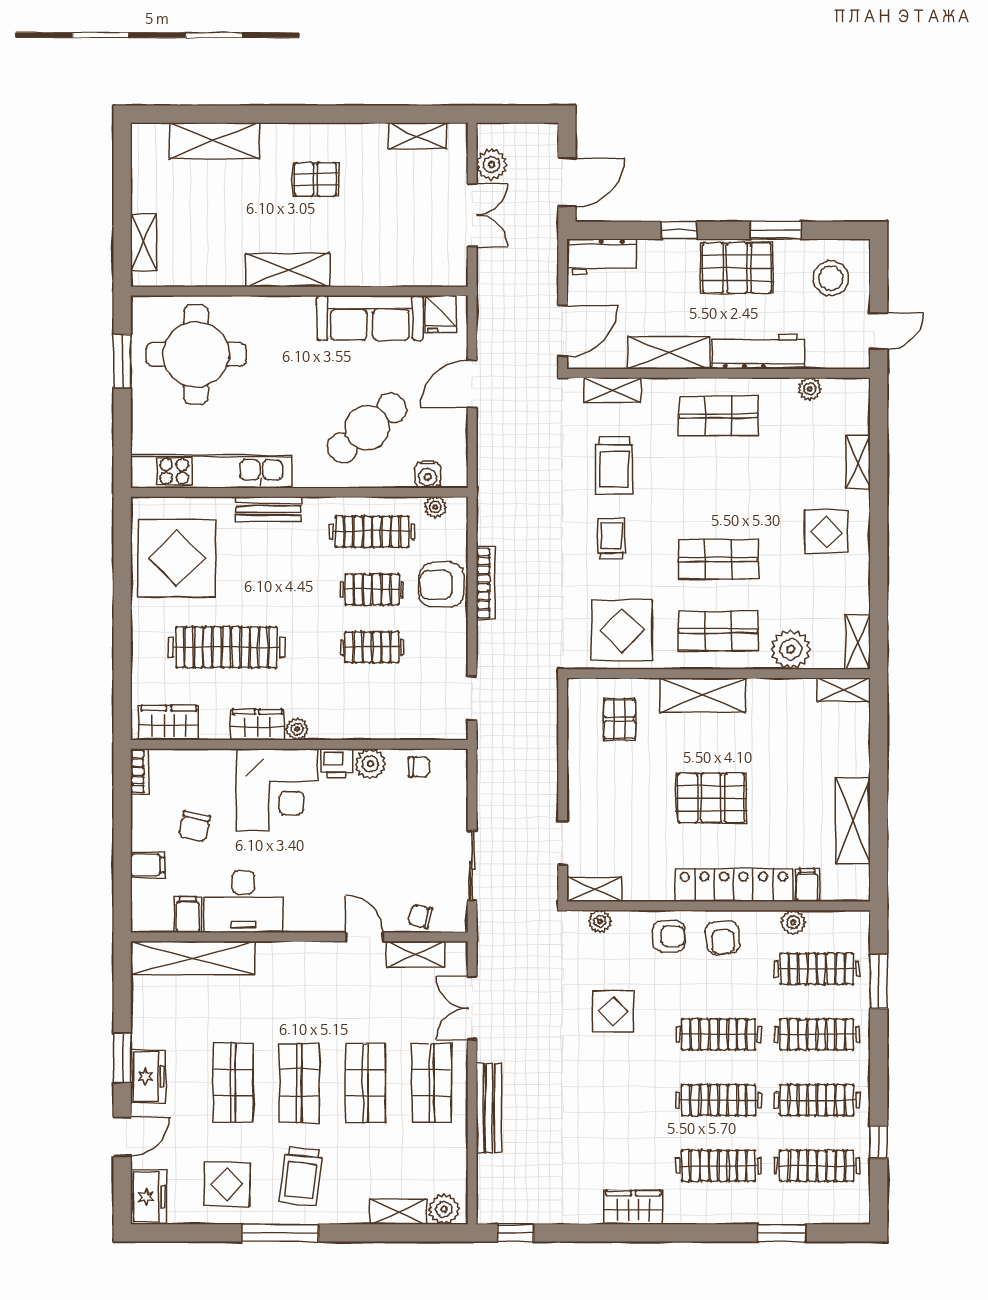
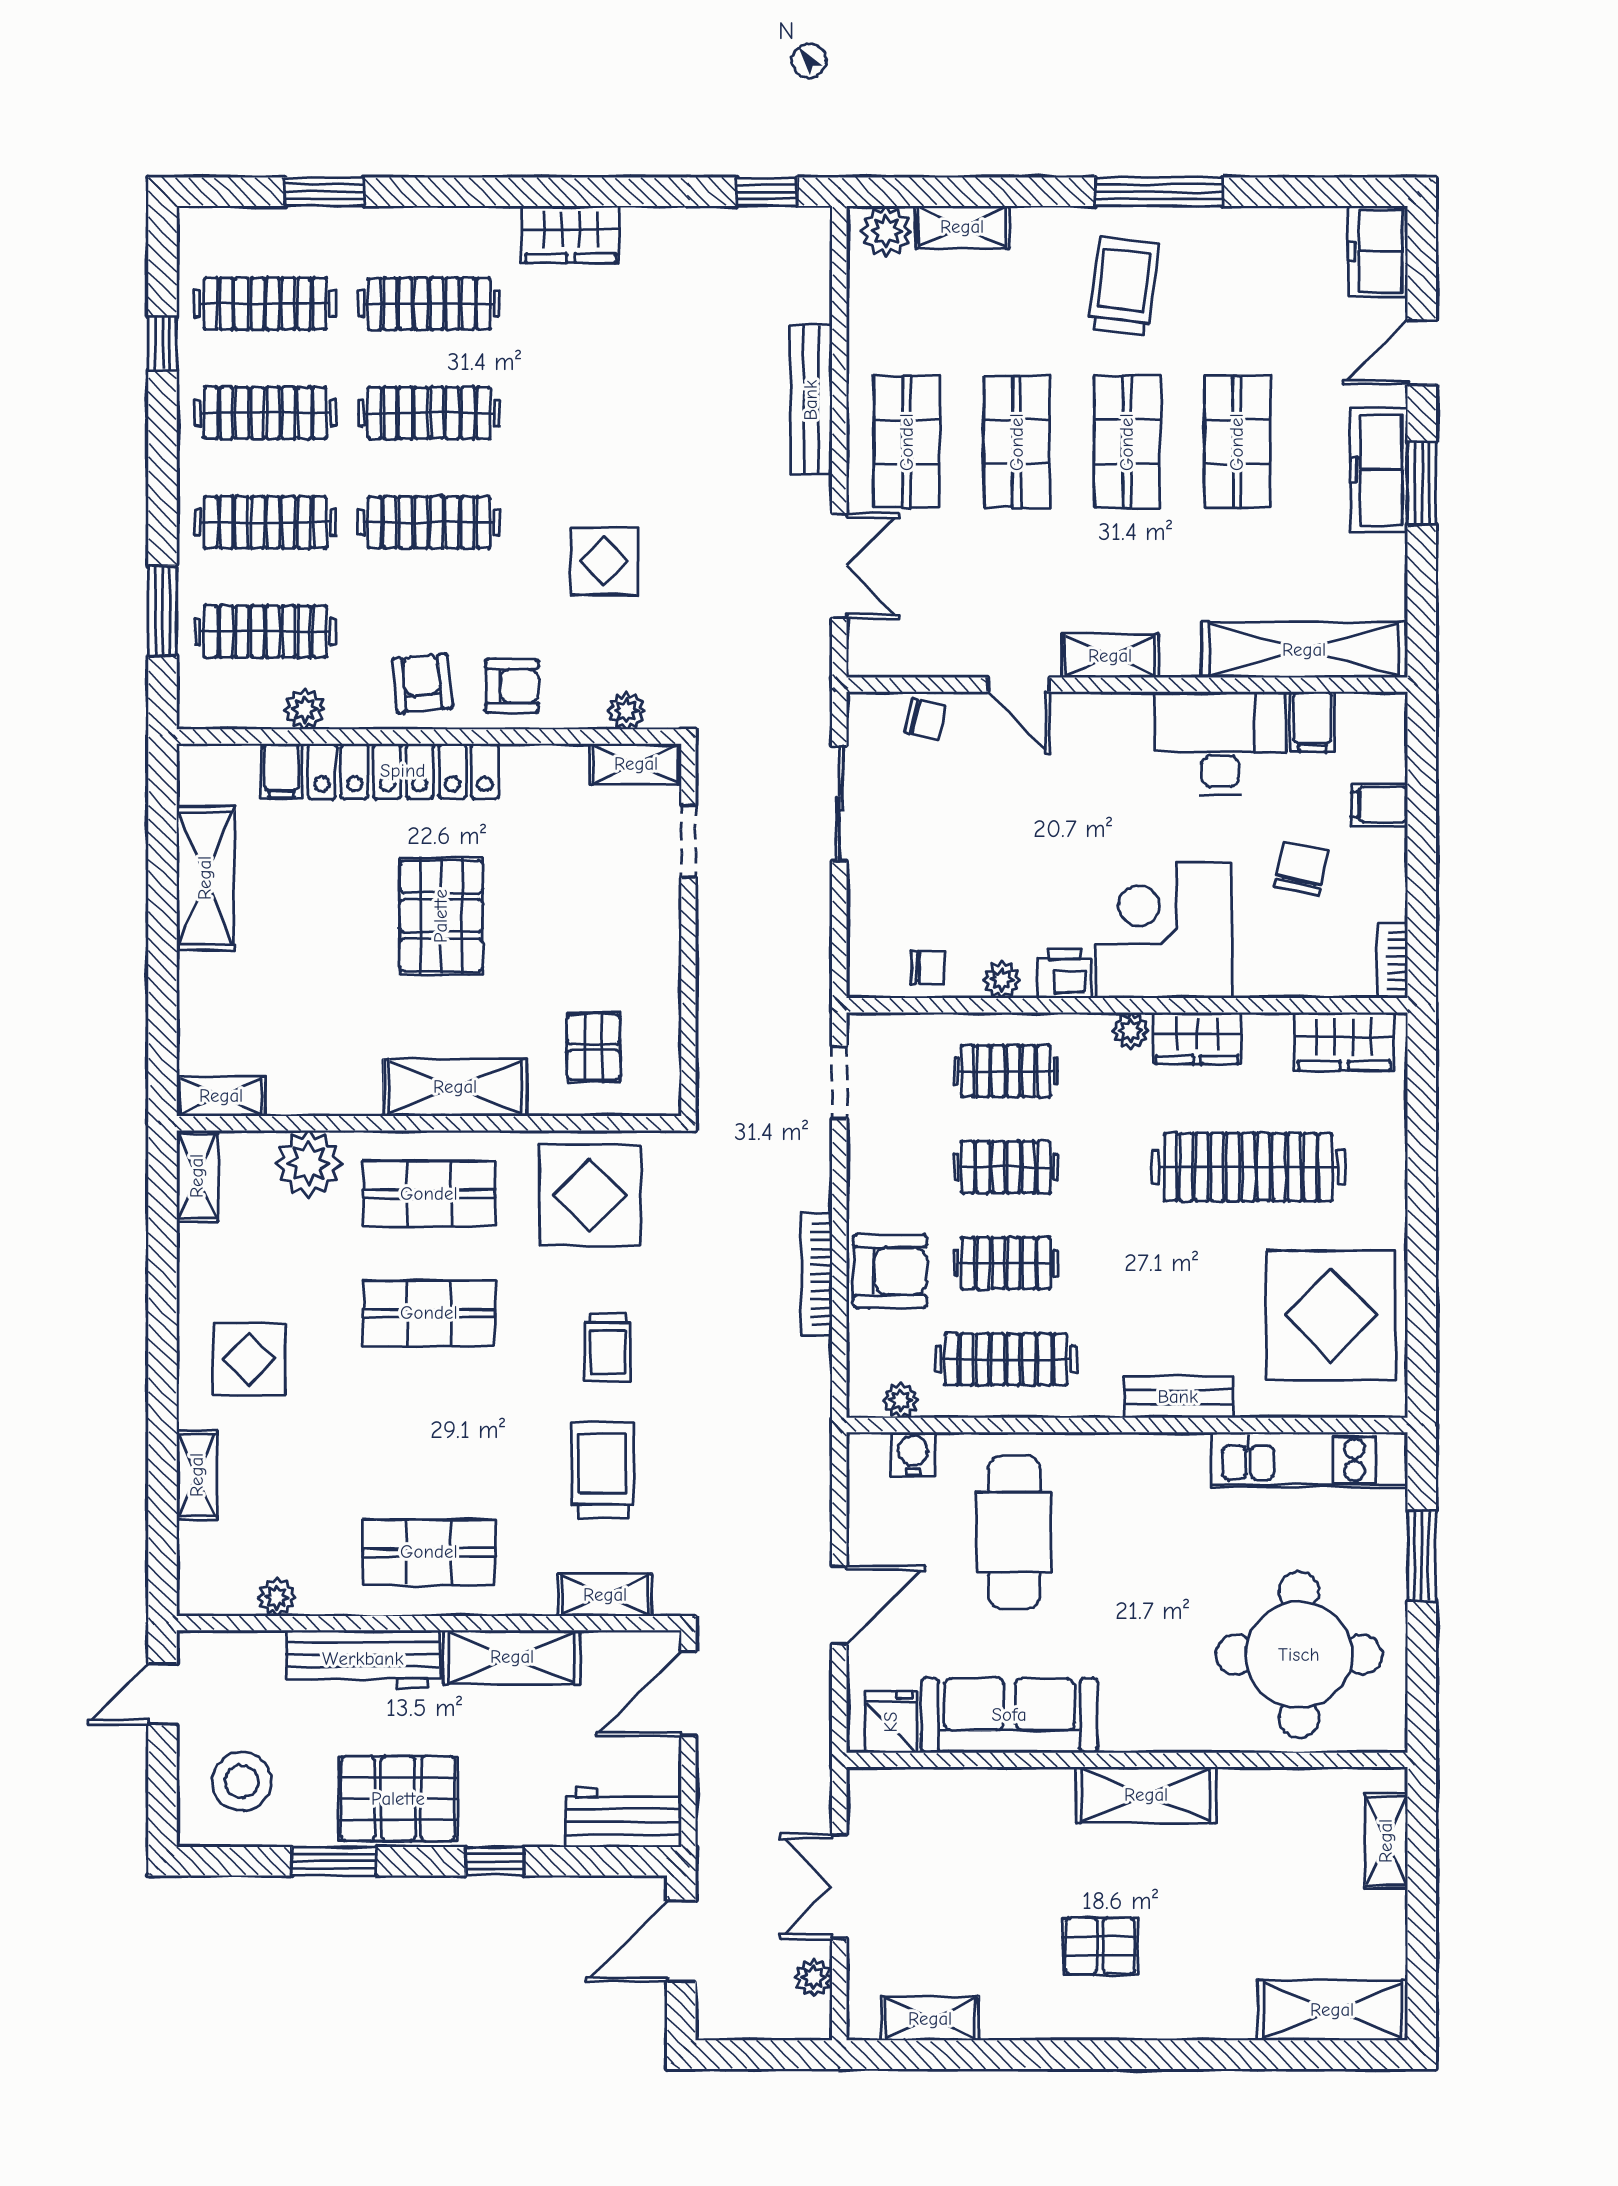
shelving: (214, 141) -> (1332, 2010), moved
plant: (492, 165) -> (814, 1978), width x0.73, depth x0.73
window: (122, 361) -> (1422, 1556), moved
cafe table: (367, 428) -> (1014, 1532), turned -51
kitchen unit: (211, 471) -> (1309, 1460), width x0.73
clothes rail: (372, 705) -> (1006, 1071), added
plant: (370, 764) -> (1002, 980), width x0.73, depth x0.73
chair: (419, 767) -> (928, 968), turned 180
pallet: (711, 798) -> (441, 916), turned 90
armchair: (669, 936) -> (512, 686), turned 180
shelving: (415, 954) -> (1110, 656), moved
freezer: (148, 1077) -> (1379, 470), width x1.40
display table: (227, 1184) -> (1247, 273), removed

